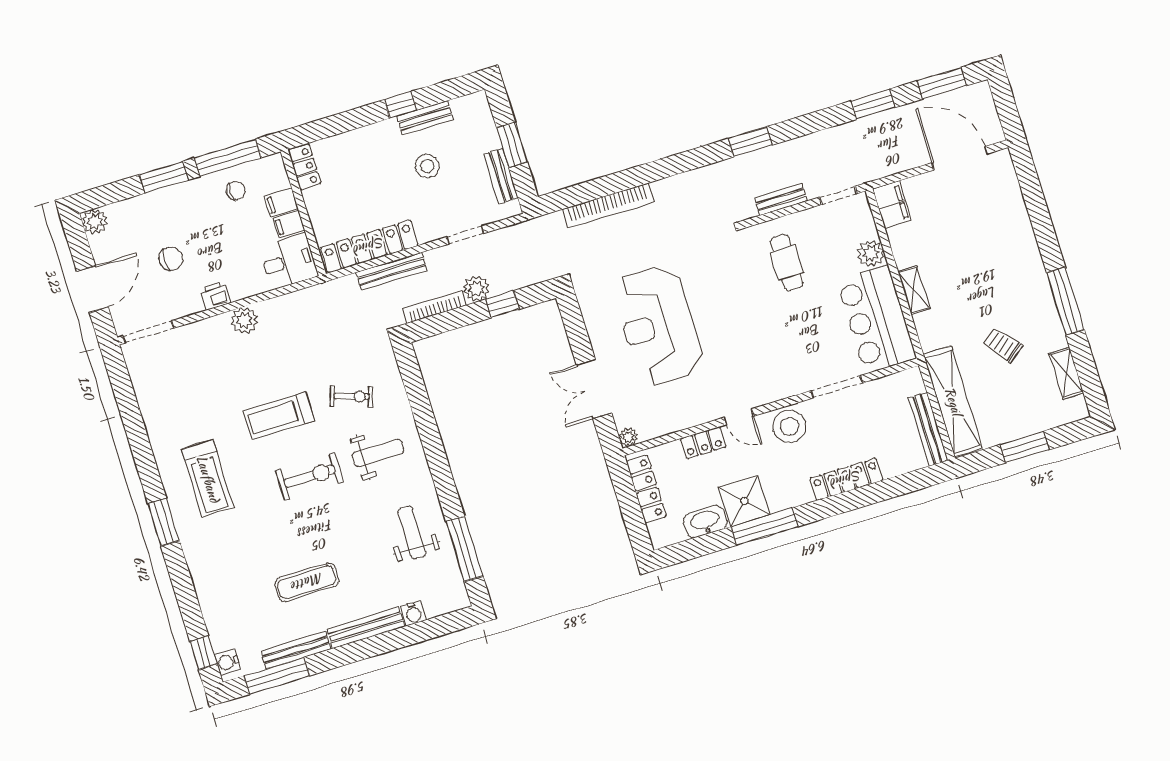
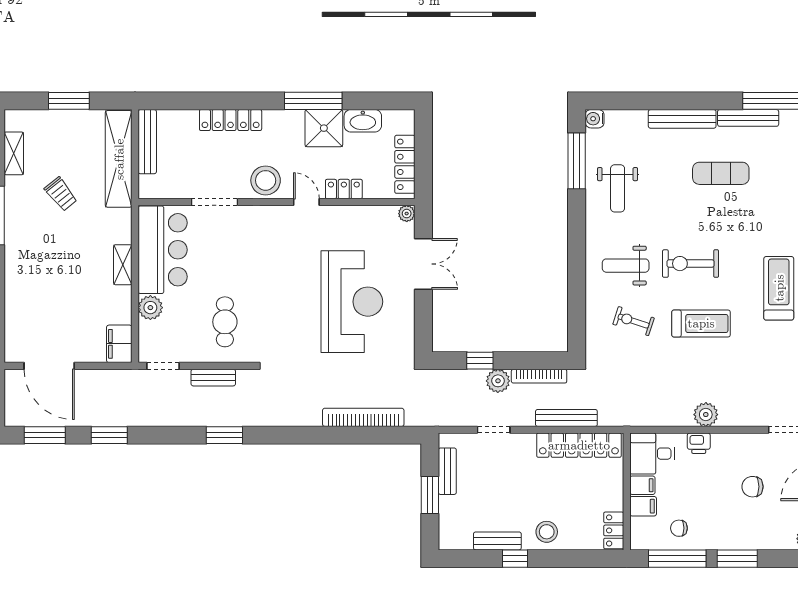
stool: (427, 166) -> (547, 532), moved
printer: (215, 296) -> (699, 443), moved
water cooler: (413, 613) -> (595, 119), moved, turned -90

